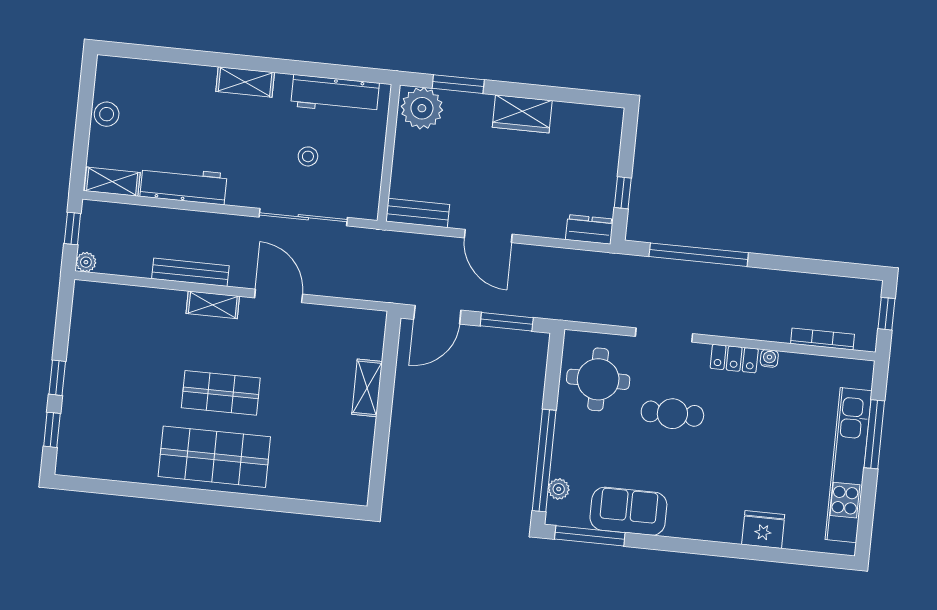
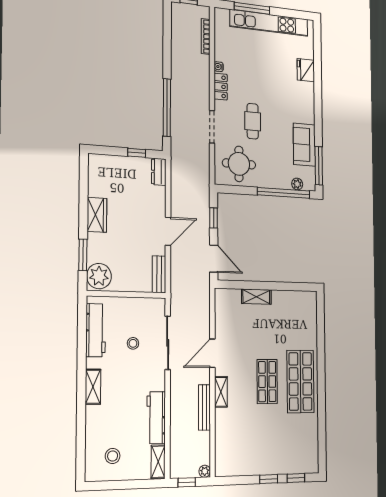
stool: (107, 114) -> (113, 456), moved
window: (507, 322) -> (214, 218), width x0.67

